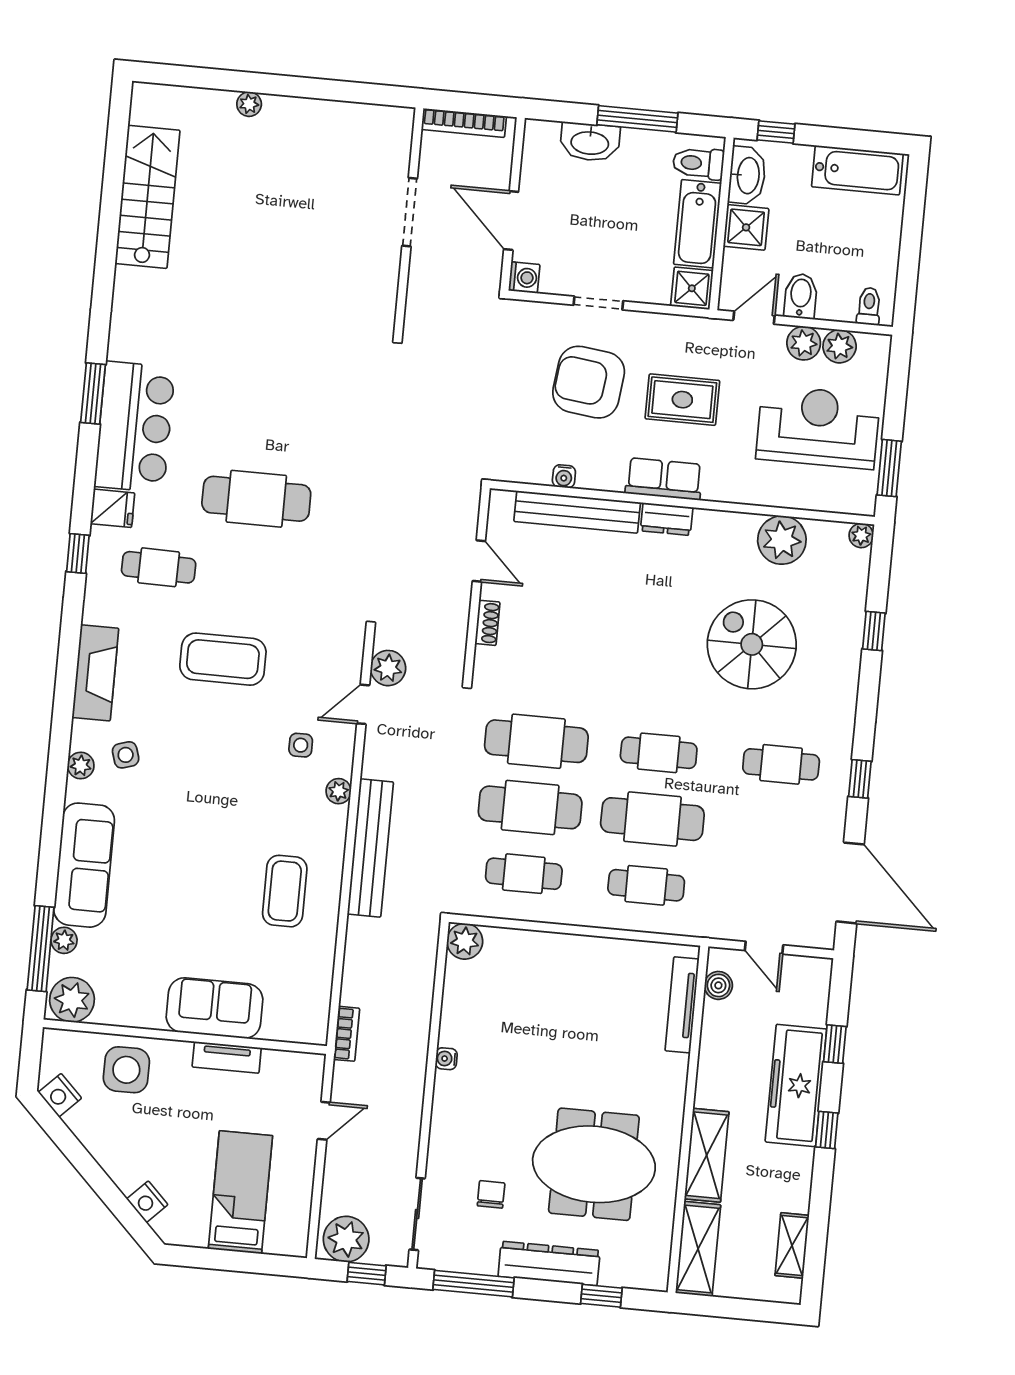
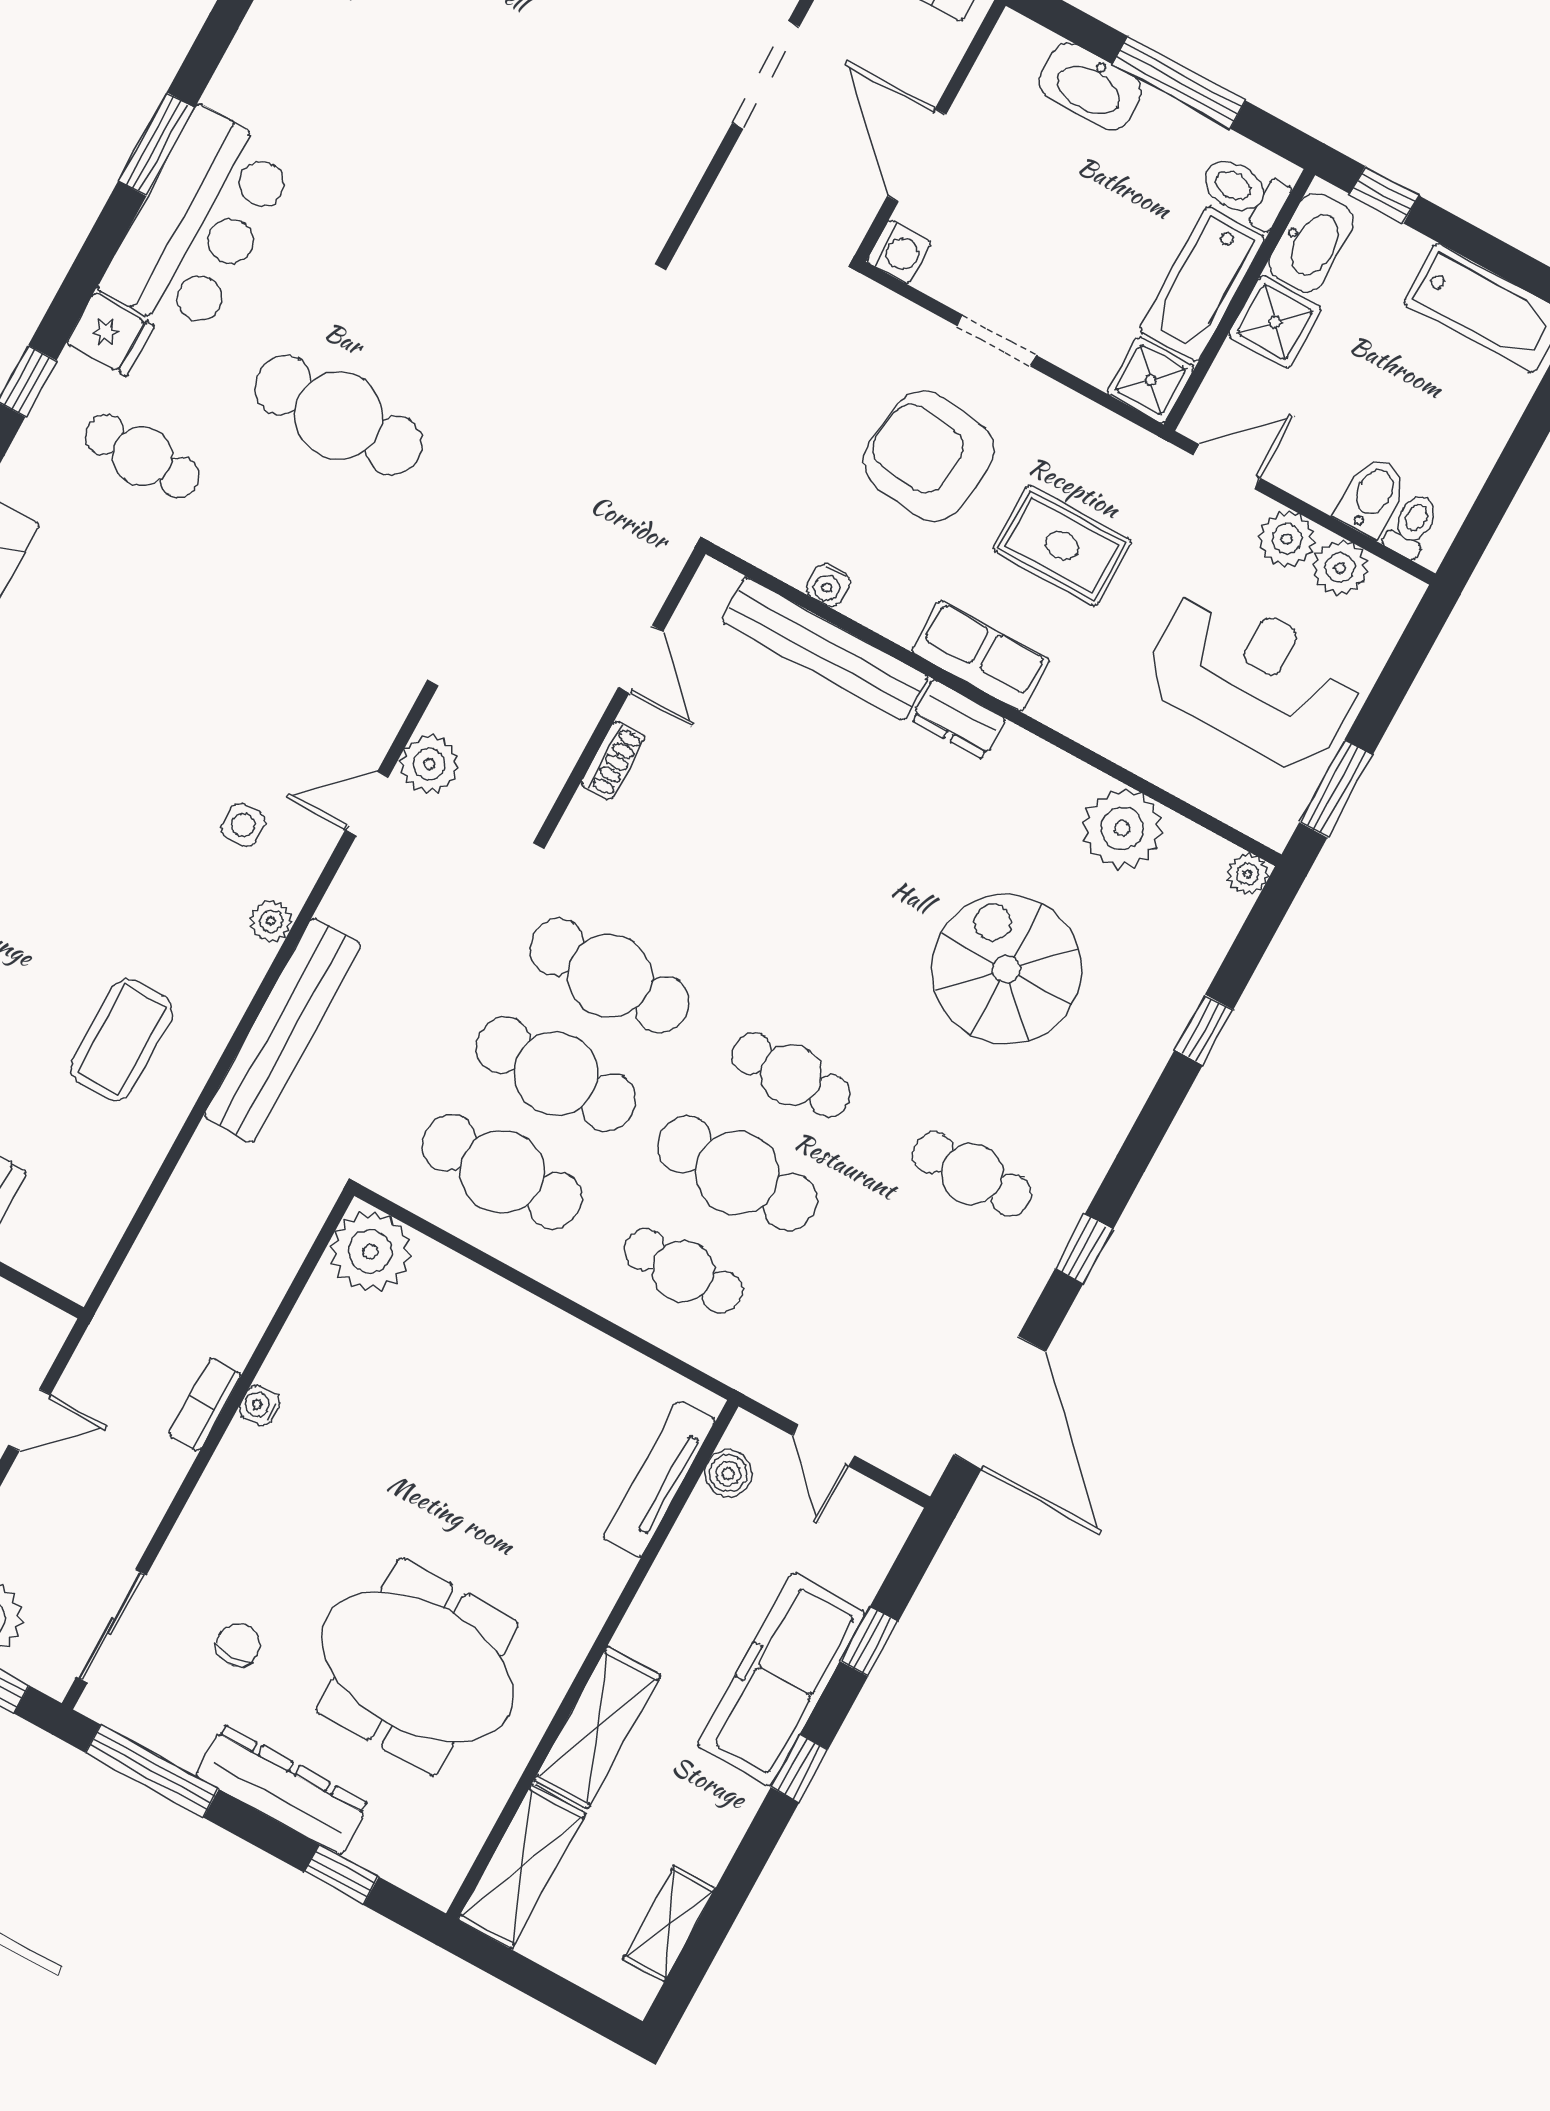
bidet: (801, 296) -> (1372, 496), moved
coffee table: (223, 659) -> (181, 641), removed
cafe table: (524, 874) -> (502, 1172), width x1.37, depth x1.35
plant: (465, 941) -> (370, 1251), width x1.36, depth x1.36
bookcase: (347, 1034) -> (205, 1404), moved, turned 180

